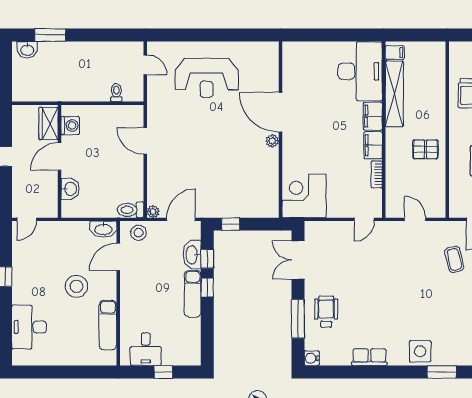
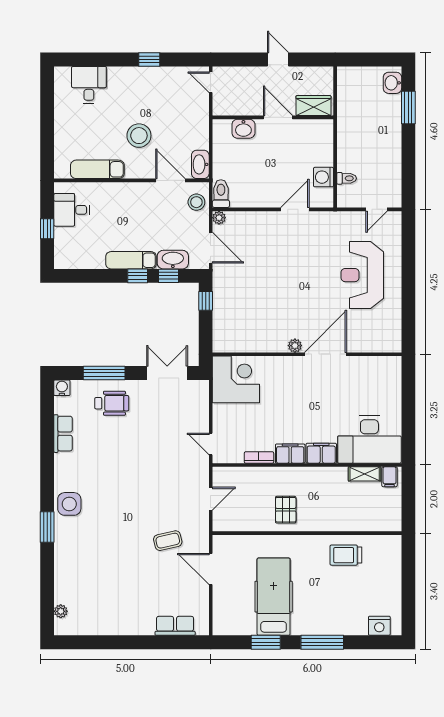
shelving: (394, 94) -> (365, 474), width x0.45, depth x0.75
washing machine: (70, 126) -> (324, 177), moved, turned 90
desk: (29, 327) -> (89, 85), width x0.73
row of seats: (369, 357) -> (63, 434), moved

